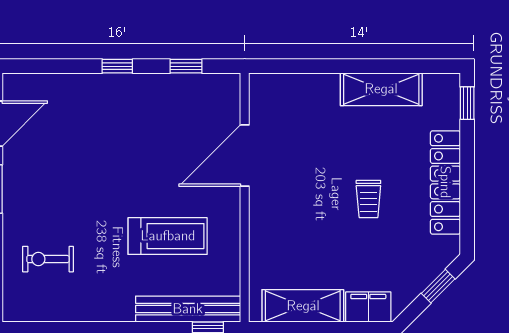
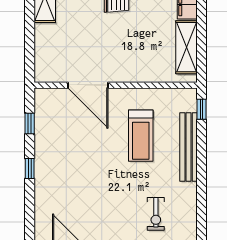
treadmill: (168, 236) -> (141, 136), turned 180
bench: (188, 309) -> (189, 147), moved

